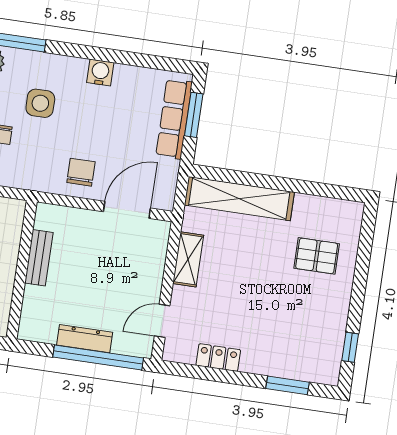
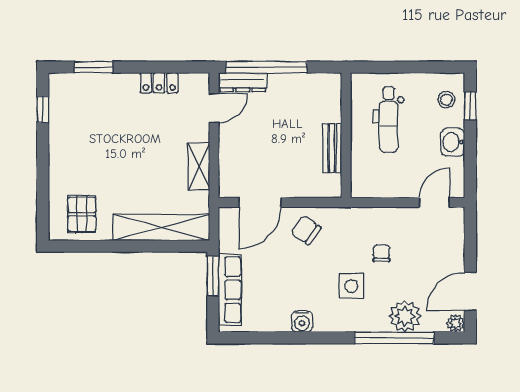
window: (194, 115) -> (213, 276), moved
chair: (81, 172) -> (306, 230), turned 125
pallet: (317, 256) -> (82, 214), moved, turned 90
dresser: (85, 339) -> (243, 82), moved

